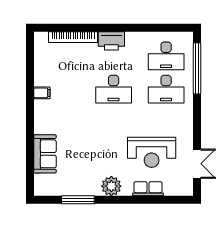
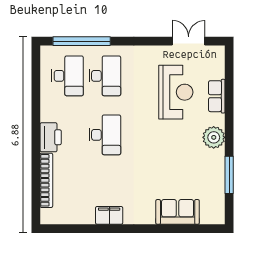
filing cabinet: (42, 93) -> (109, 215), width x2.00

